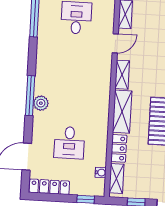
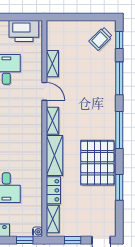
door: (115, 43) -> (44, 91), hinge flipped
water cooler: (101, 172) -> (38, 232), moved

